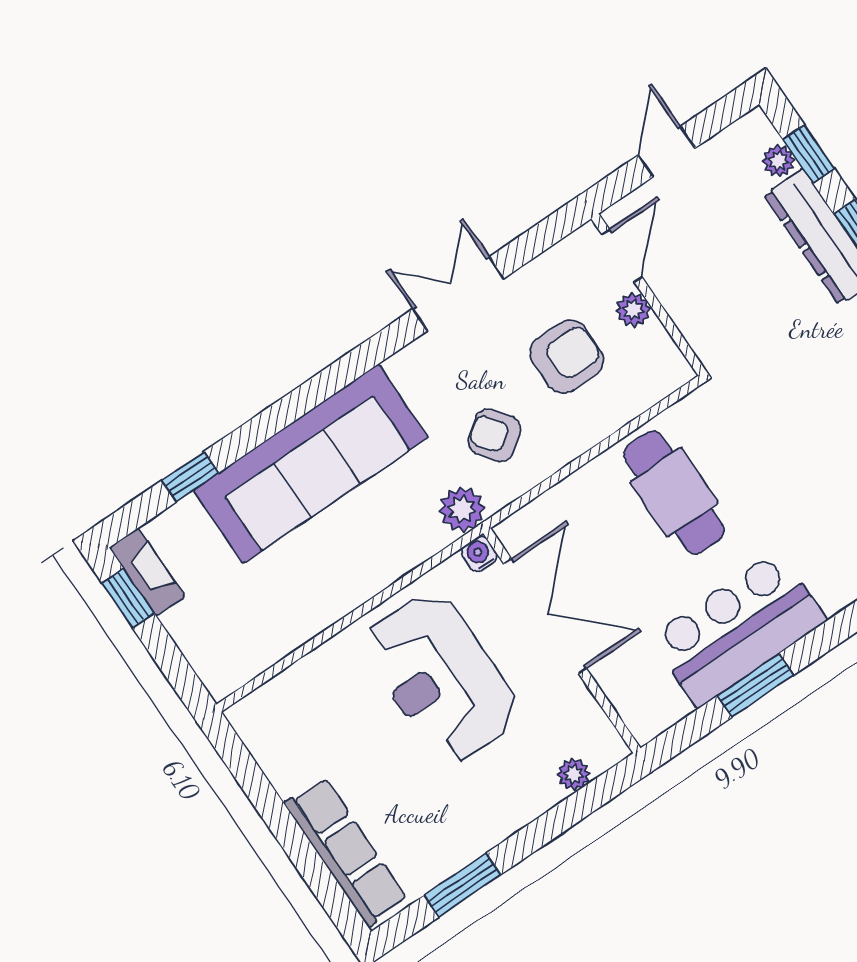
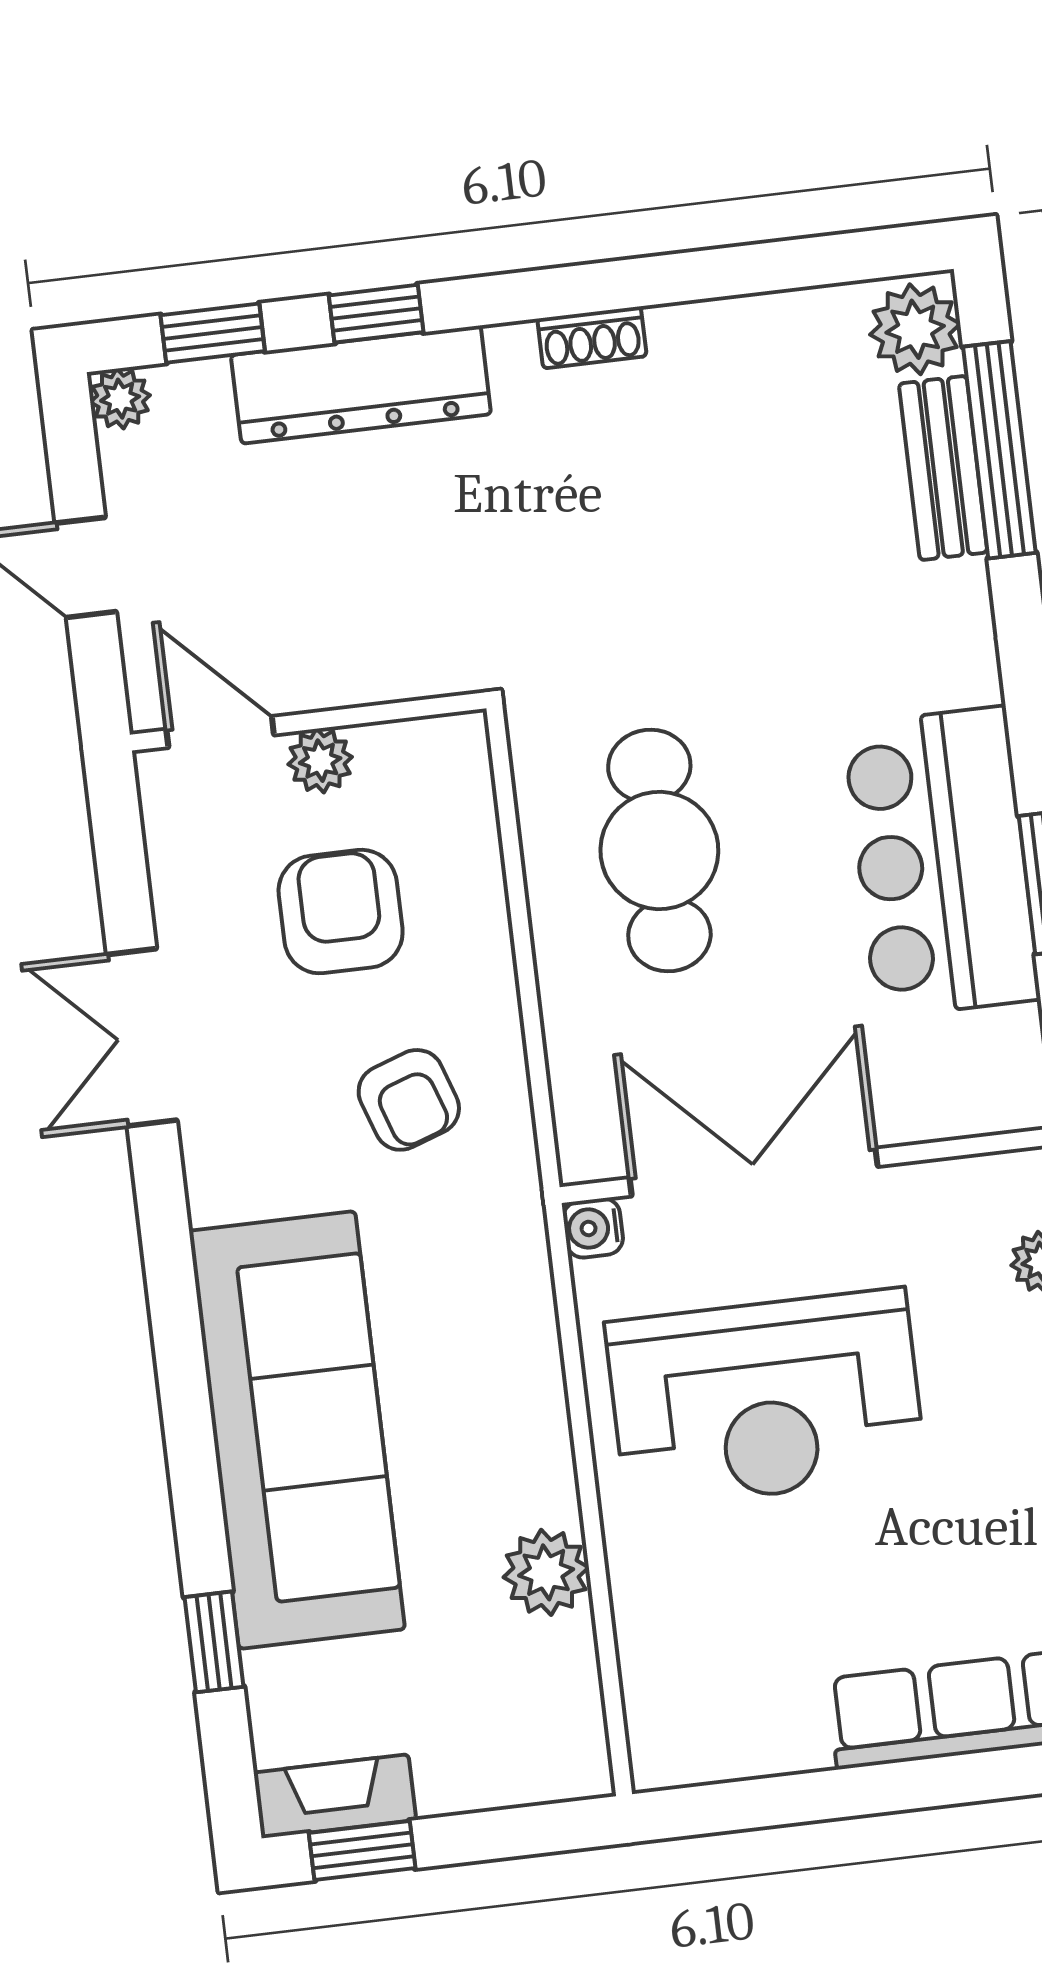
plant: (779, 161) -> (120, 399), moved
armchair: (494, 435) -> (409, 1100), turned -73
cafe table: (674, 492) -> (659, 850), turned 90
plant: (462, 509) -> (546, 1572), moved

